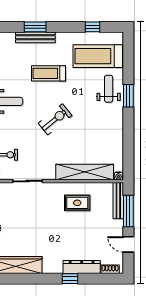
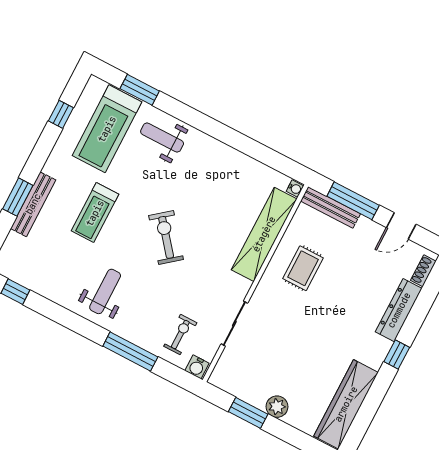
window: (128, 96) -> (140, 90), moved
window: (70, 279) -> (397, 354), moved

